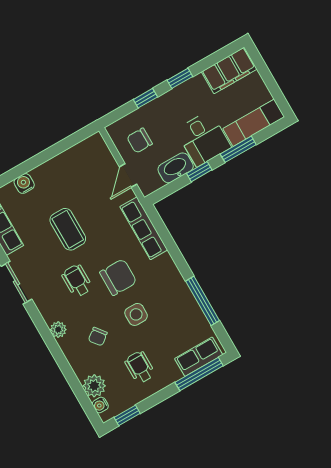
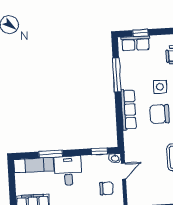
washbasin: (176, 168) -> (115, 158), moved, width x0.52, depth x0.69
window: (199, 172) -> (99, 151), moved
row of seats: (144, 228) -> (129, 110), moved
window: (199, 374) -> (140, 33), width x0.46

